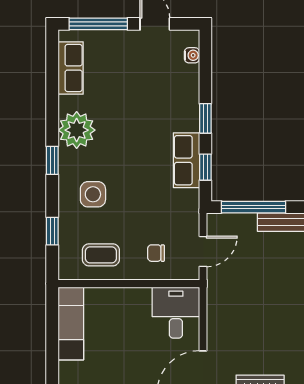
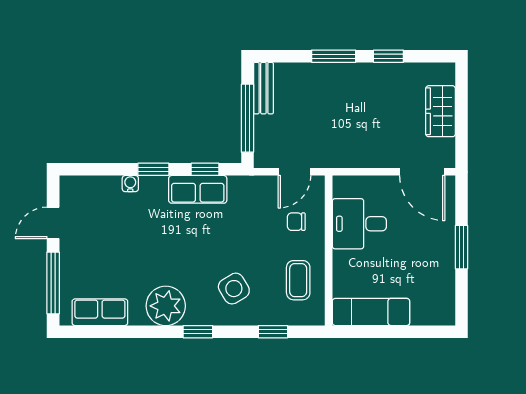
water cooler: (192, 55) -> (130, 184), moved
side table: (93, 194) -> (234, 289), turned -31
door: (203, 251) -> (294, 172), swing flipped
chair: (156, 253) -> (296, 222), turned 90
desk: (176, 313) -> (359, 224), moved

